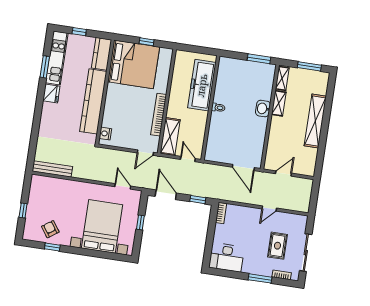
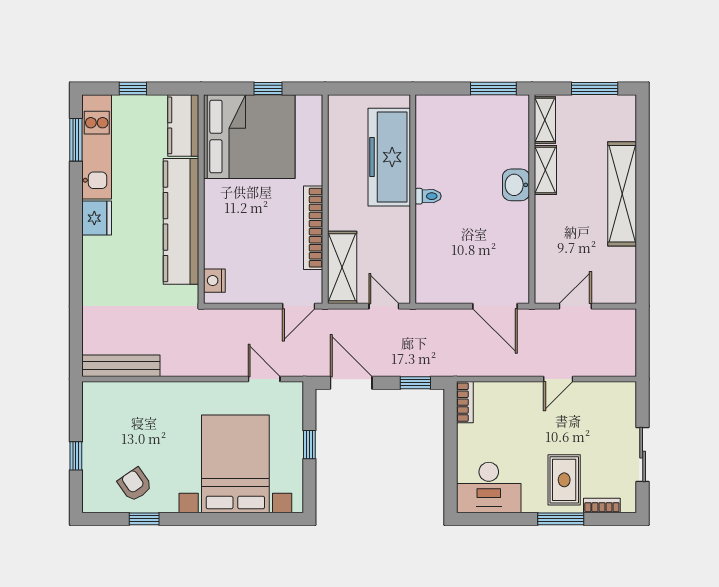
window: (45, 67) -> (76, 140), moved
rug: (277, 246) -> (564, 480), moved
sliding door: (306, 253) -> (643, 455), width x0.73

